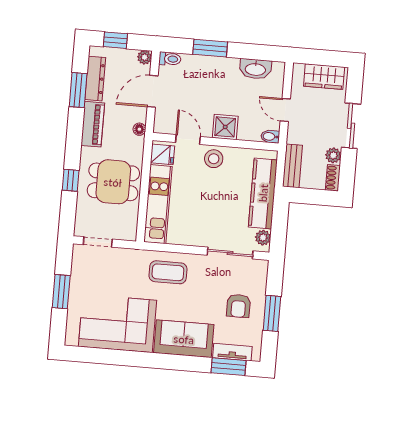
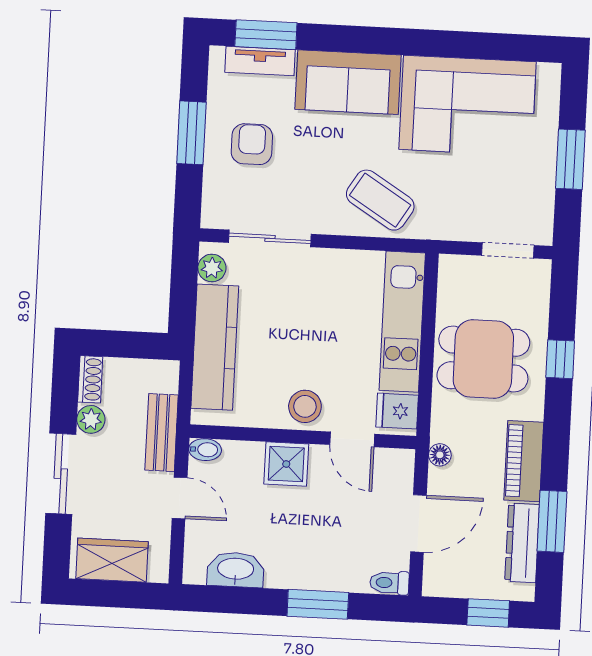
plant: (145, 57) -> (435, 584), removed
bench: (293, 166) -> (162, 433), moved
coffee table: (168, 272) -> (380, 200), turned 32

